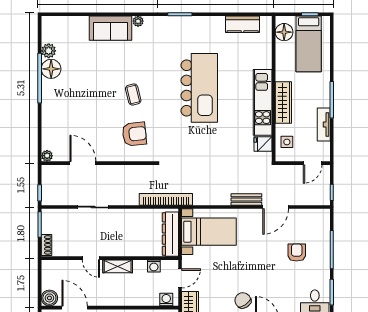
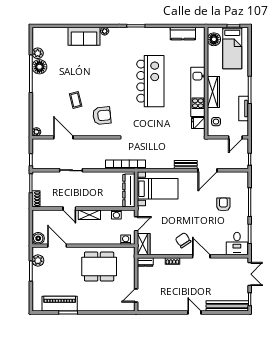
coffee table: (133, 94) -> (76, 100), moved

